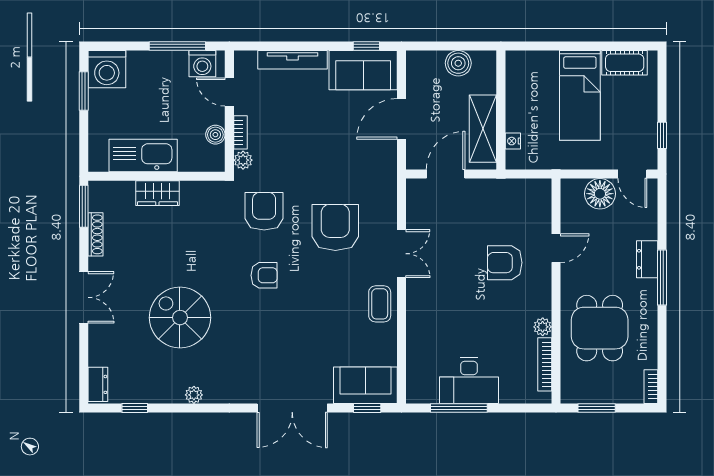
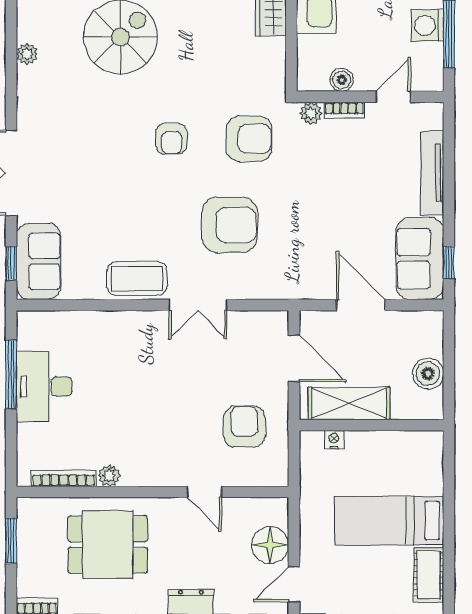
washing machine: (202, 64) -> (428, 25), moved
armchair: (505, 263) -> (244, 427), moved
coffee table: (380, 304) -> (137, 279), width x1.36, depth x1.30

